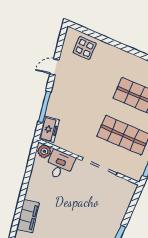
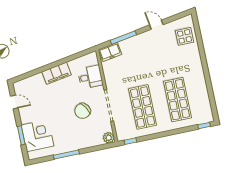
plant: (44, 151) -> (109, 138), moved
chair: (87, 195) -> (83, 111), added
filing cabinet: (28, 216) -> (56, 73), moved

